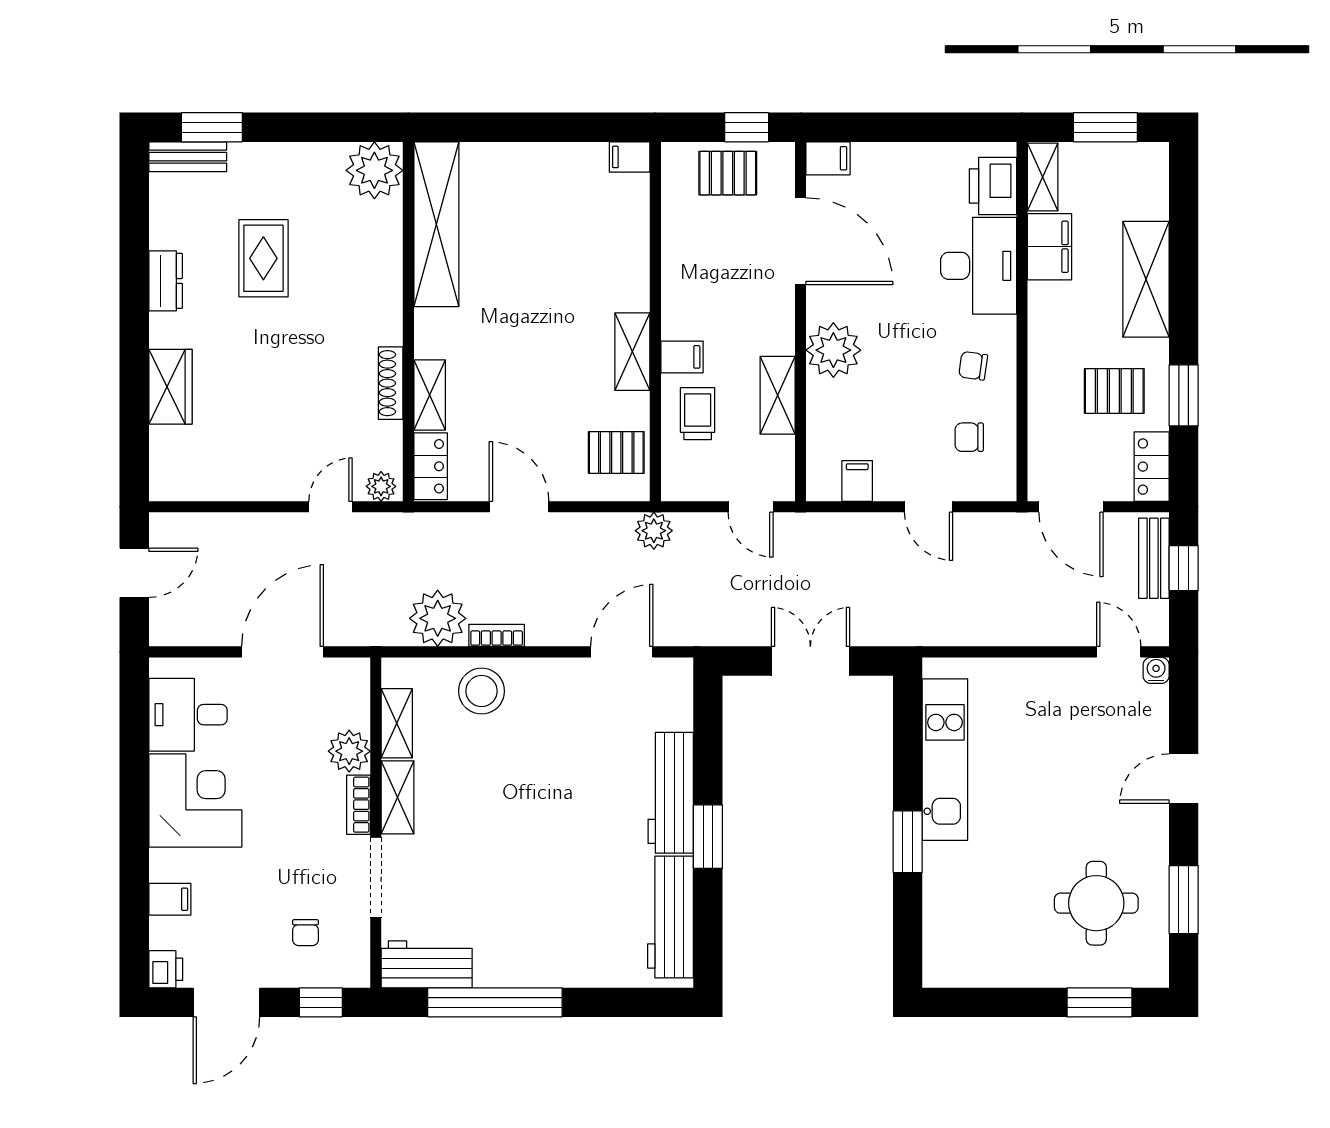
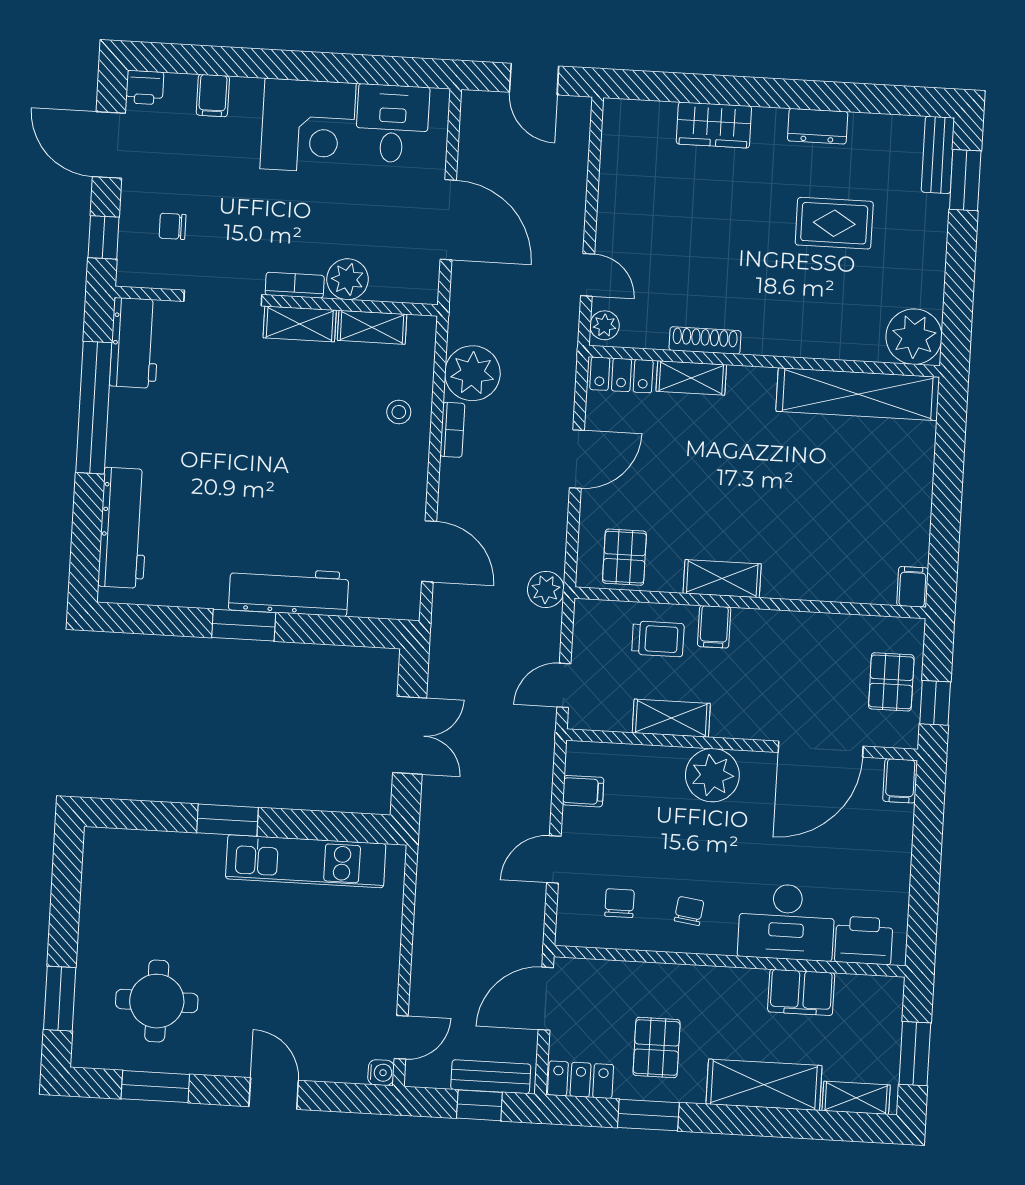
shelving: (1043, 177) -> (856, 1098), moved
stool: (482, 691) -> (399, 412), width x0.53, depth x0.53
workbench: (671, 917) -> (124, 528), moved, turned 90

